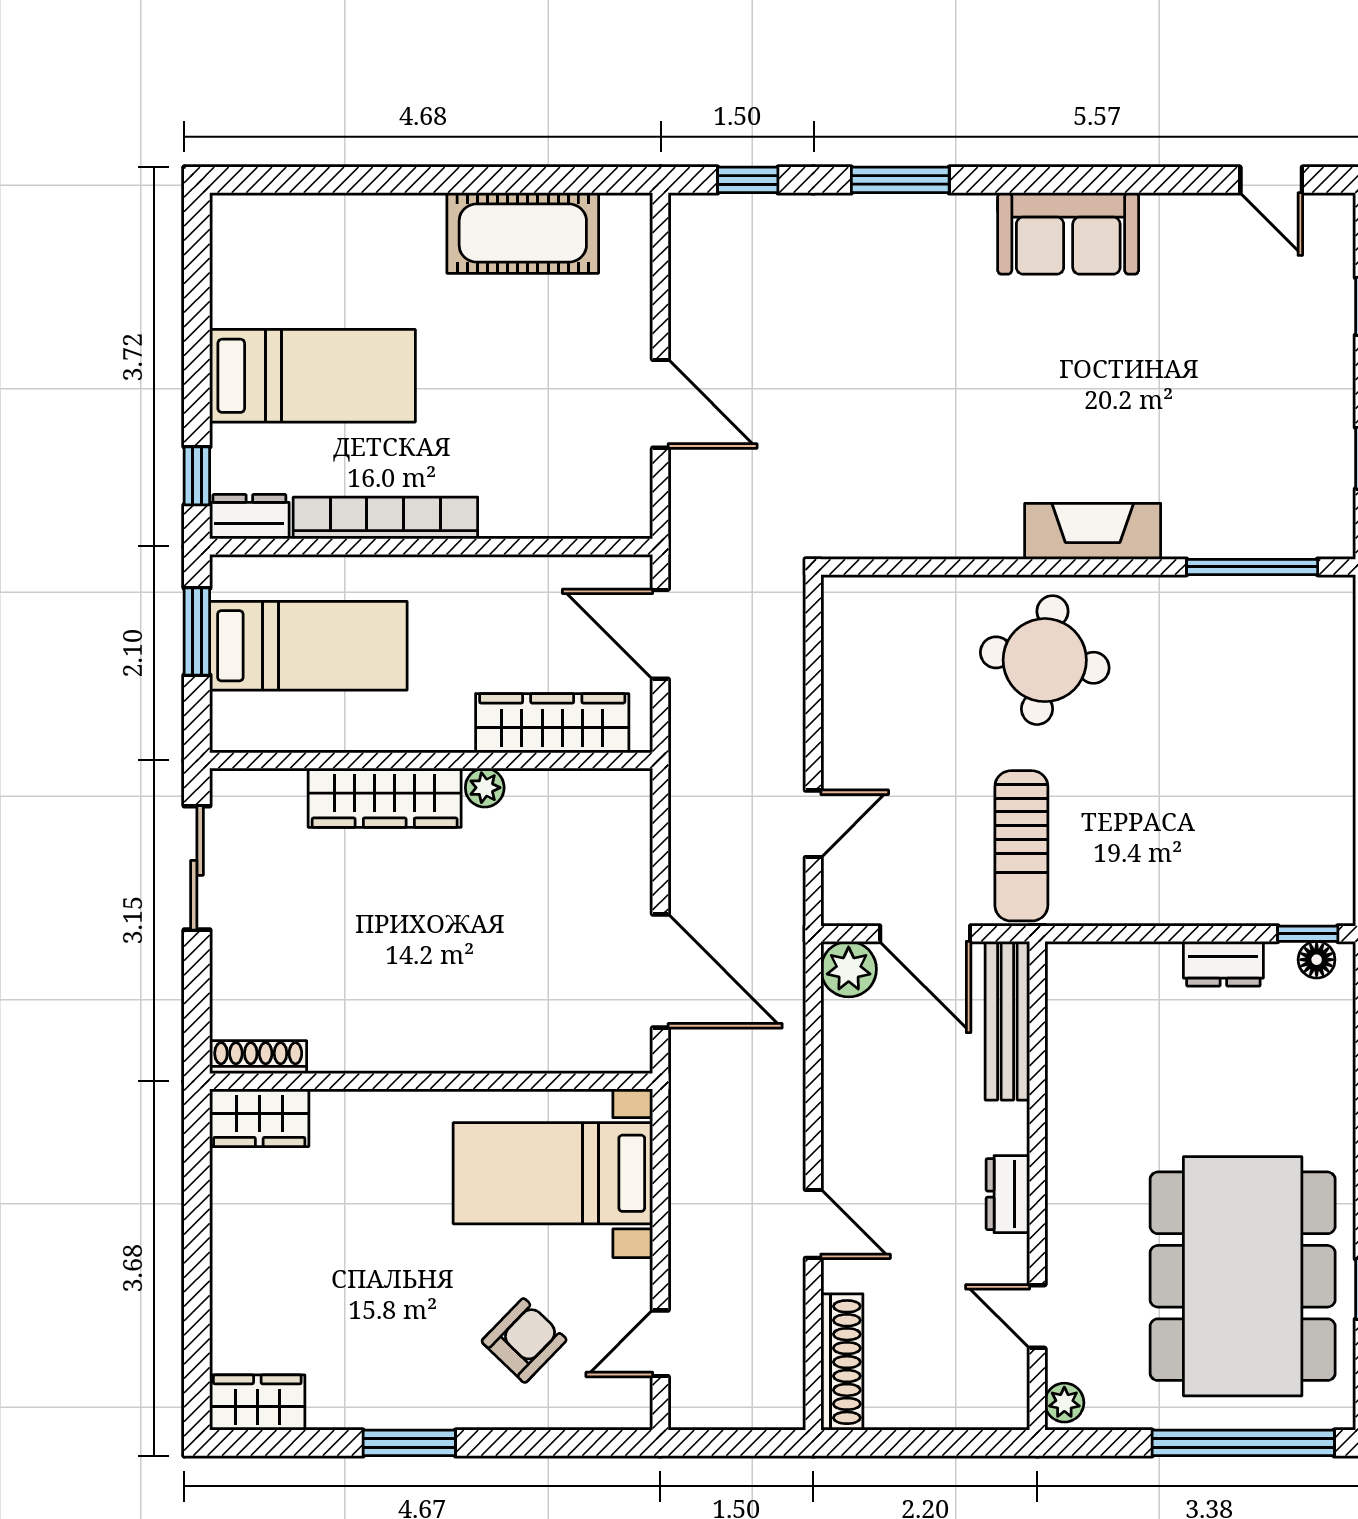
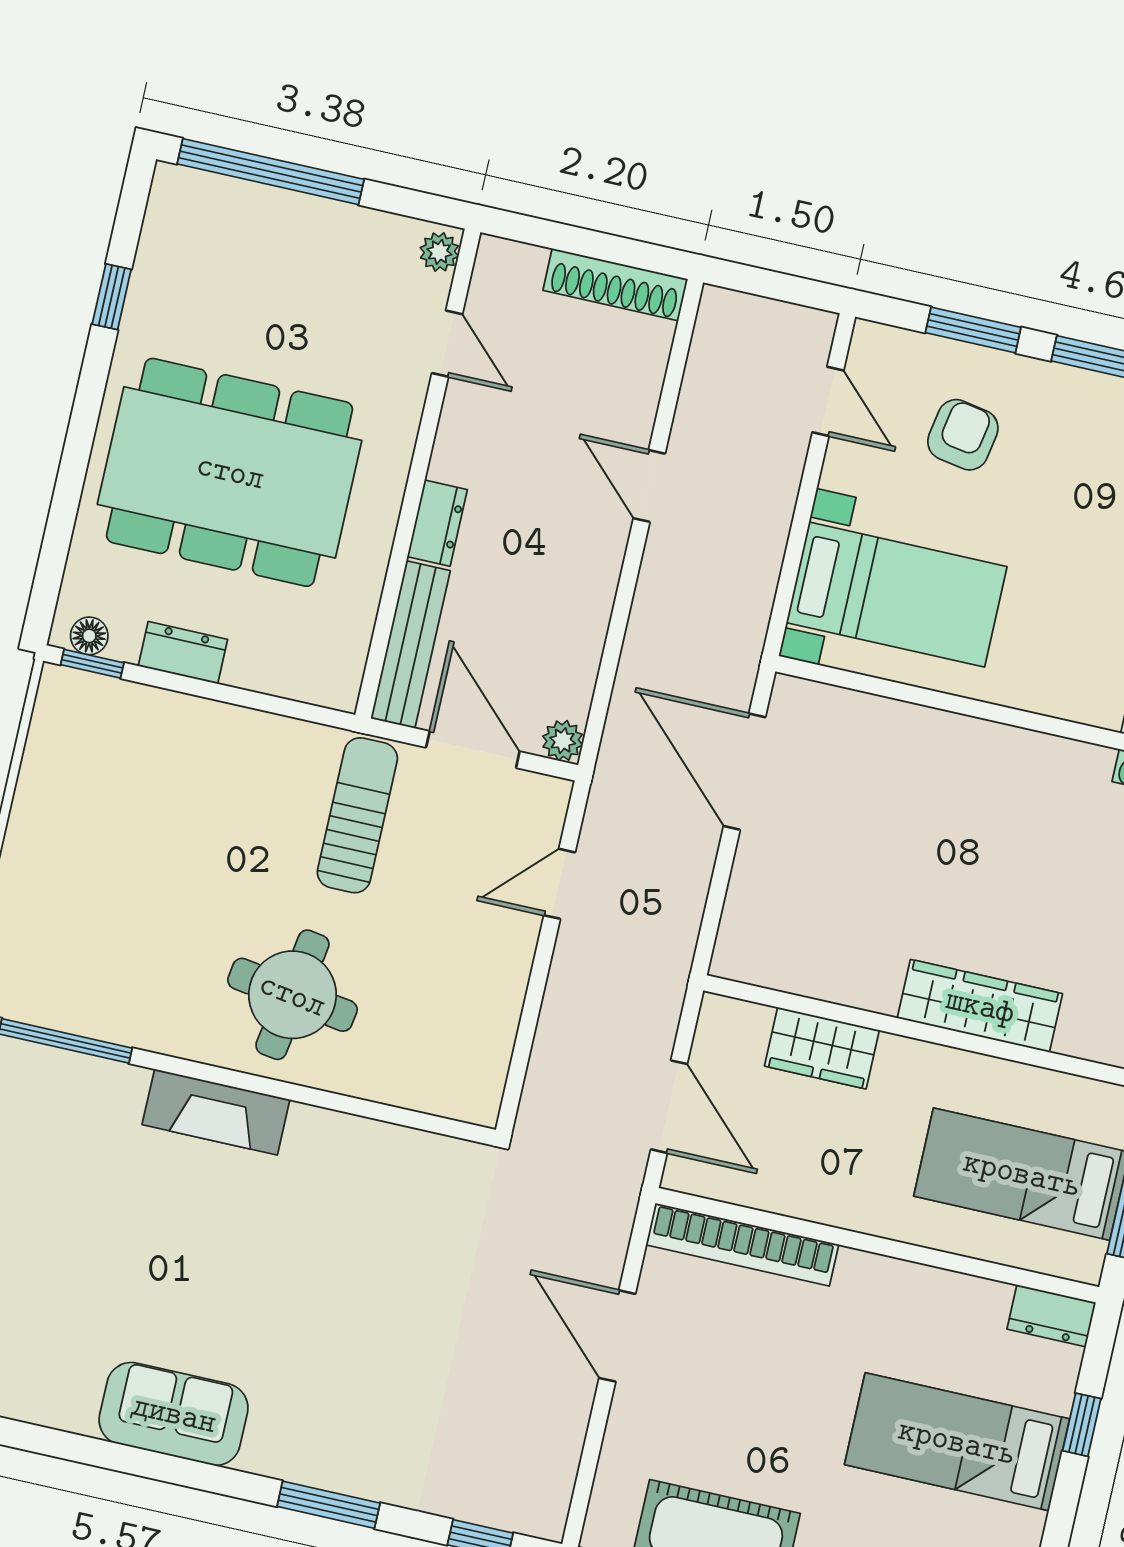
window: (197, 476) -> (1082, 1425), moved
bookcase: (385, 518) -> (742, 1245), moved
wardrobe: (552, 723) -> (822, 1048), width x0.67
plant: (485, 788) -> (878, 993), removed
plant: (849, 969) -> (563, 741), width x0.73, depth x0.73
dresser: (1008, 1194) -> (437, 523), moved
dining table: (1243, 1276) -> (230, 472), moved, turned 90
armchair: (524, 1340) -> (963, 435), turned 146
door: (660, 1343) -> (828, 401), hinge flipped
shoe rack: (842, 1362) -> (615, 285), moved, turned -90
window: (537, 1443) -> (973, 330), added

